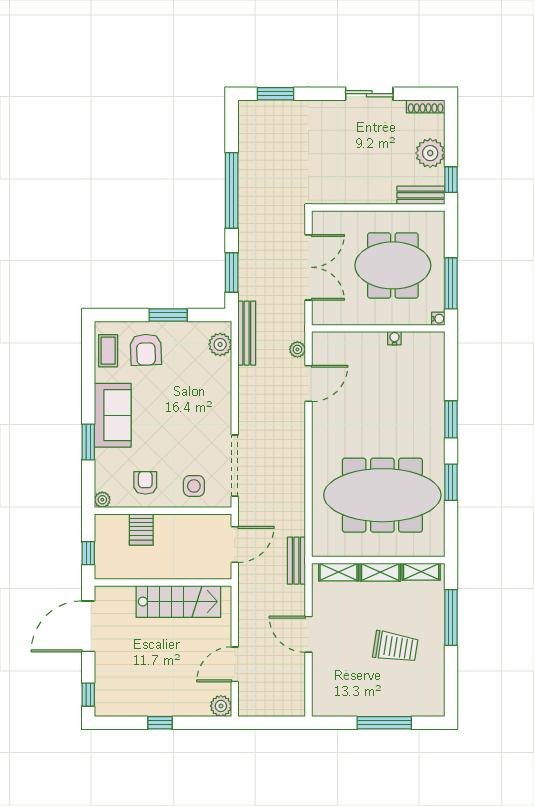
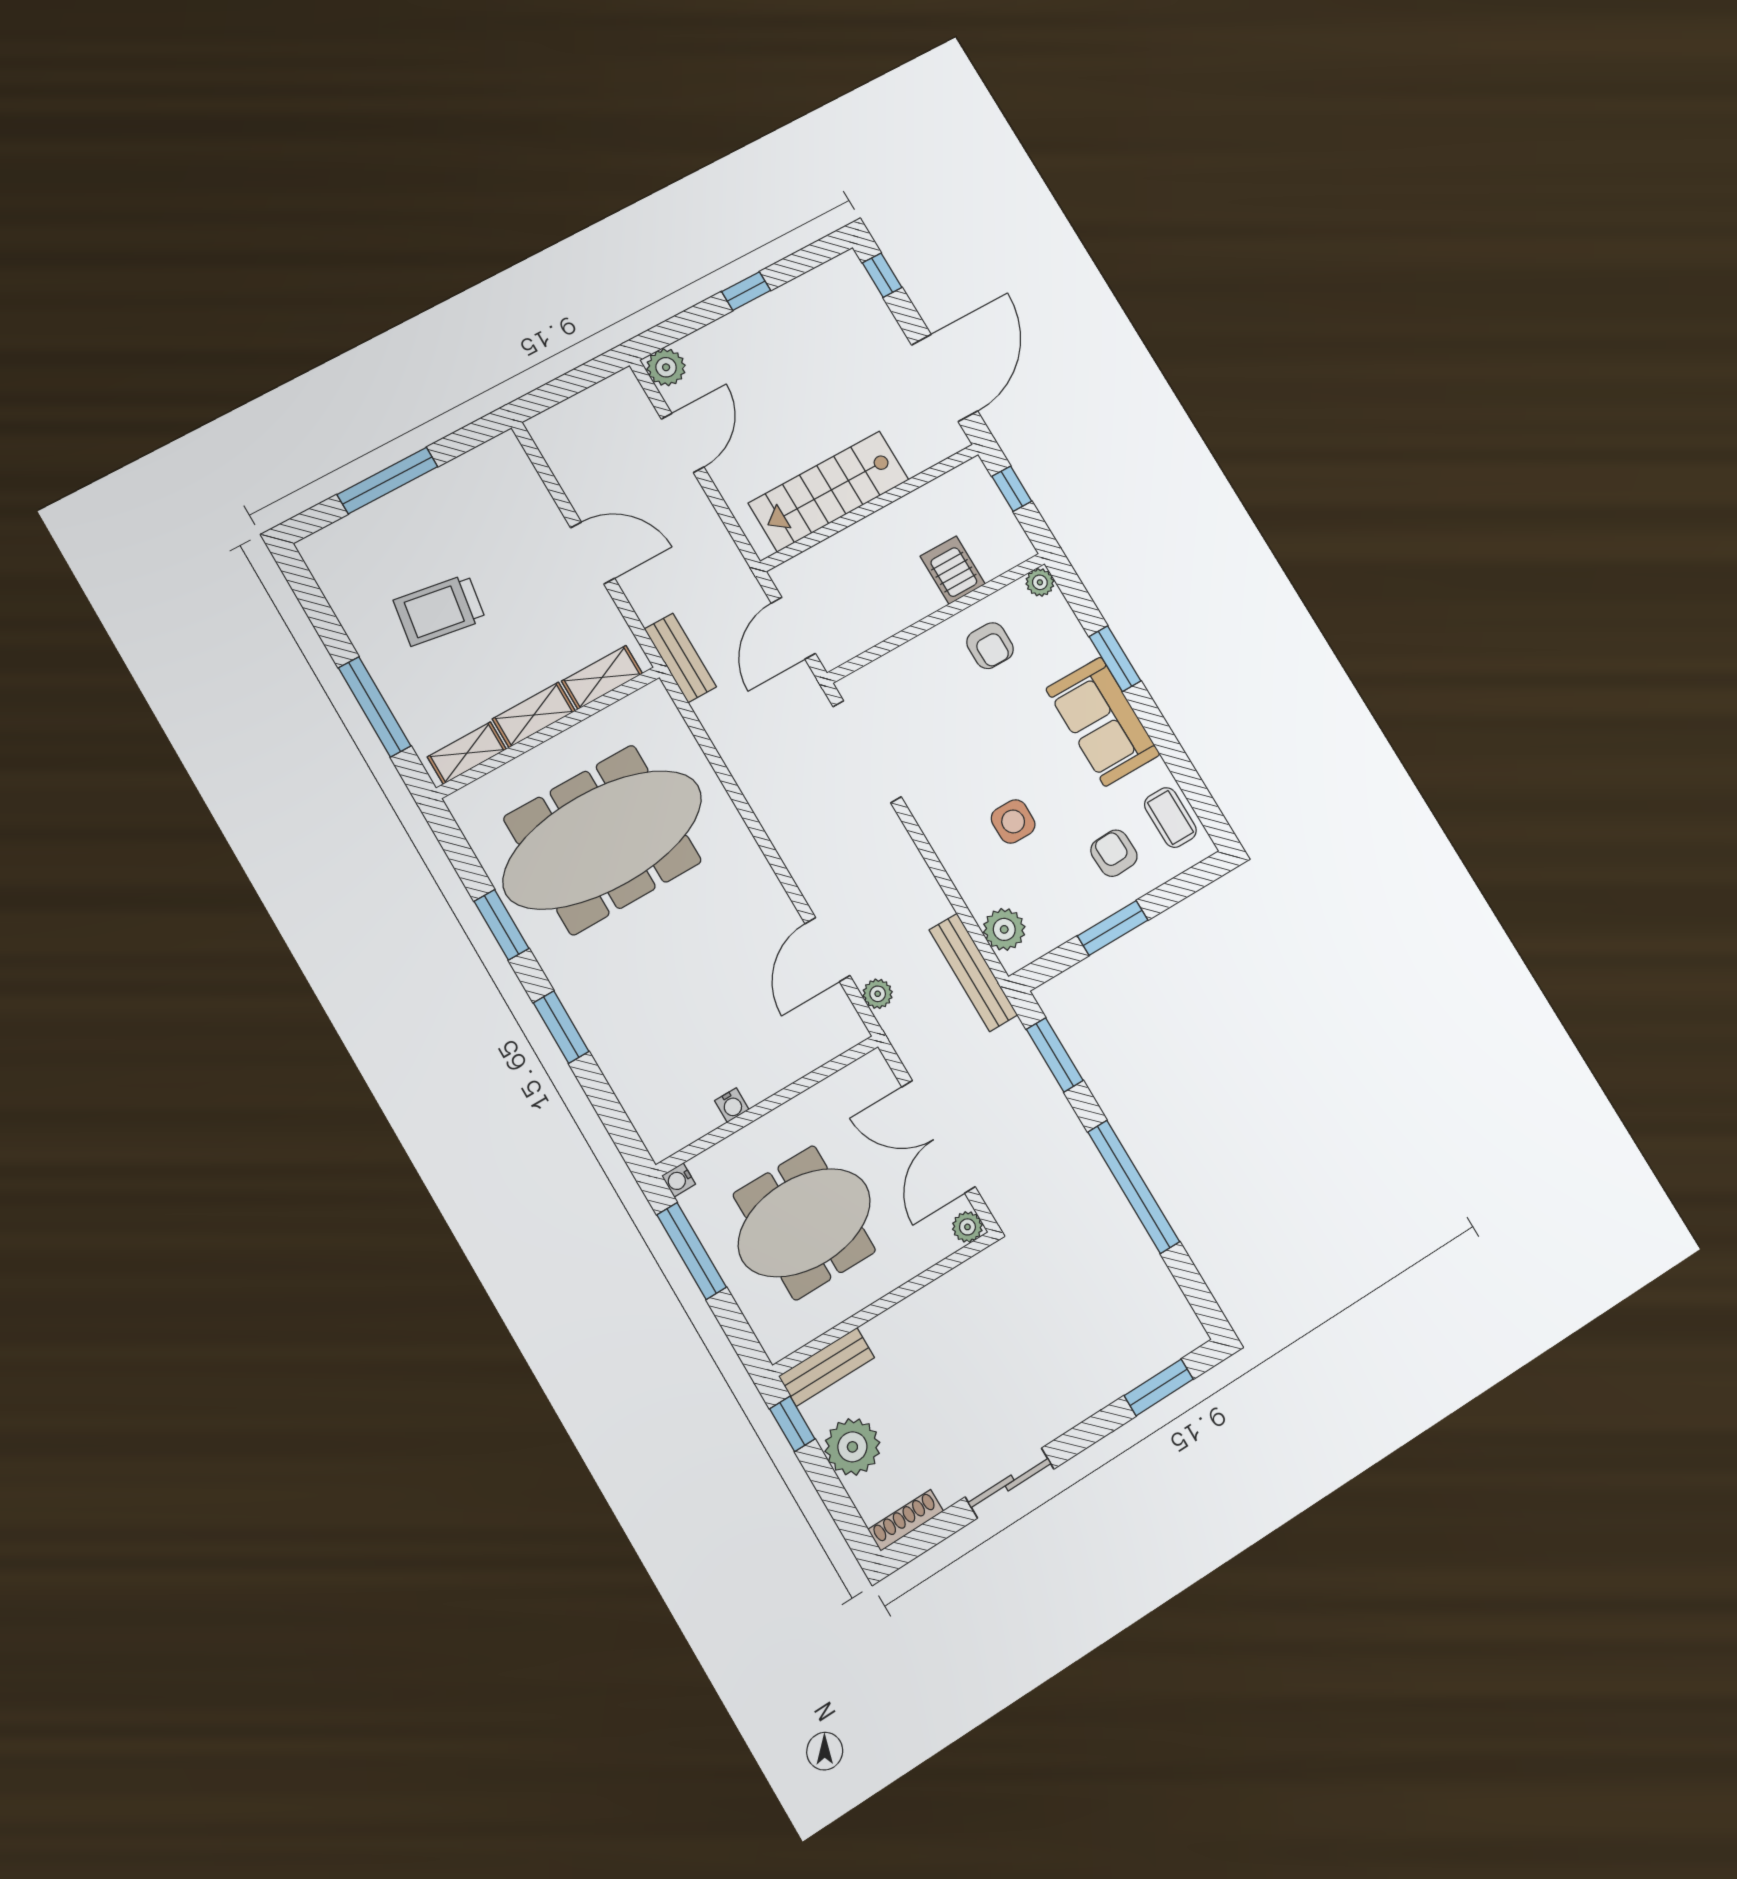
plant: (320, 219) -> (967, 1227), added
armchair: (146, 350) -> (1114, 853), width x0.72, depth x0.72
side table: (194, 486) -> (1013, 821), moved

